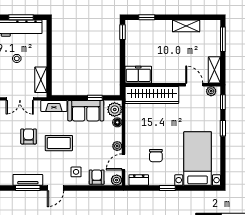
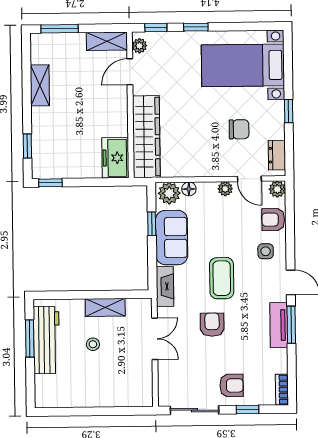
shelving: (41, 80) -> (105, 307), moved
armchair: (29, 136) -> (212, 325), turned 90

